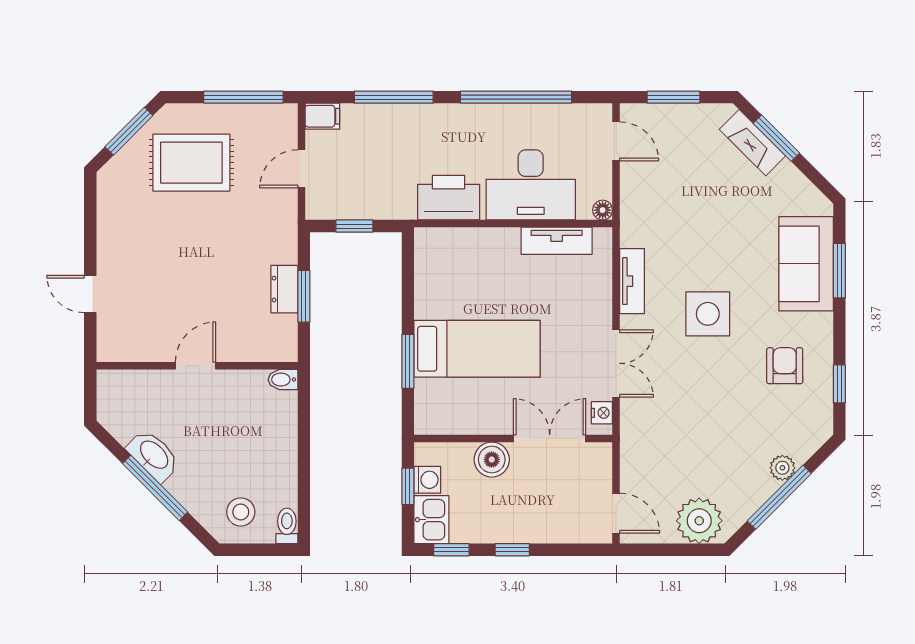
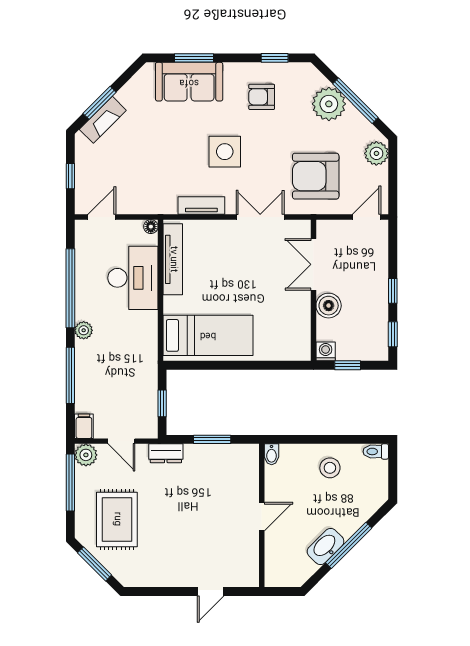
window: (674, 97) -> (70, 176), width x0.67
plant: (457, 116) -> (84, 330), added
plant: (282, 119) -> (86, 455), added
printer: (449, 198) -> (142, 336), removed
tv unit: (557, 241) -> (173, 259), width x1.41
dresser: (284, 289) -> (166, 453), moved
bed: (477, 349) -> (208, 335), moved, turned 90
window: (408, 361) -> (259, 365), removed
door: (195, 366) -> (262, 517), swing flipped
nightstand: (602, 413) -> (295, 227), removed
armchair: (673, 442) -> (316, 176), added
plant: (782, 468) -> (329, 104), width x1.87, depth x1.87
washing machine: (427, 480) -> (326, 351), moved
stool: (241, 512) -> (330, 468), moved
kitchen sink: (431, 520) -> (371, 349), removed
plant: (699, 521) -> (376, 153), width x0.73, depth x0.73

